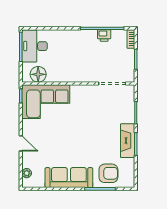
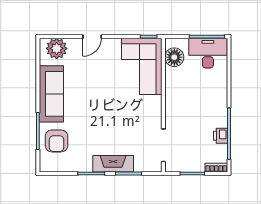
fireplace: (128, 141) -> (113, 164), moved
plant: (27, 173) -> (57, 48), width x1.88, depth x1.88

